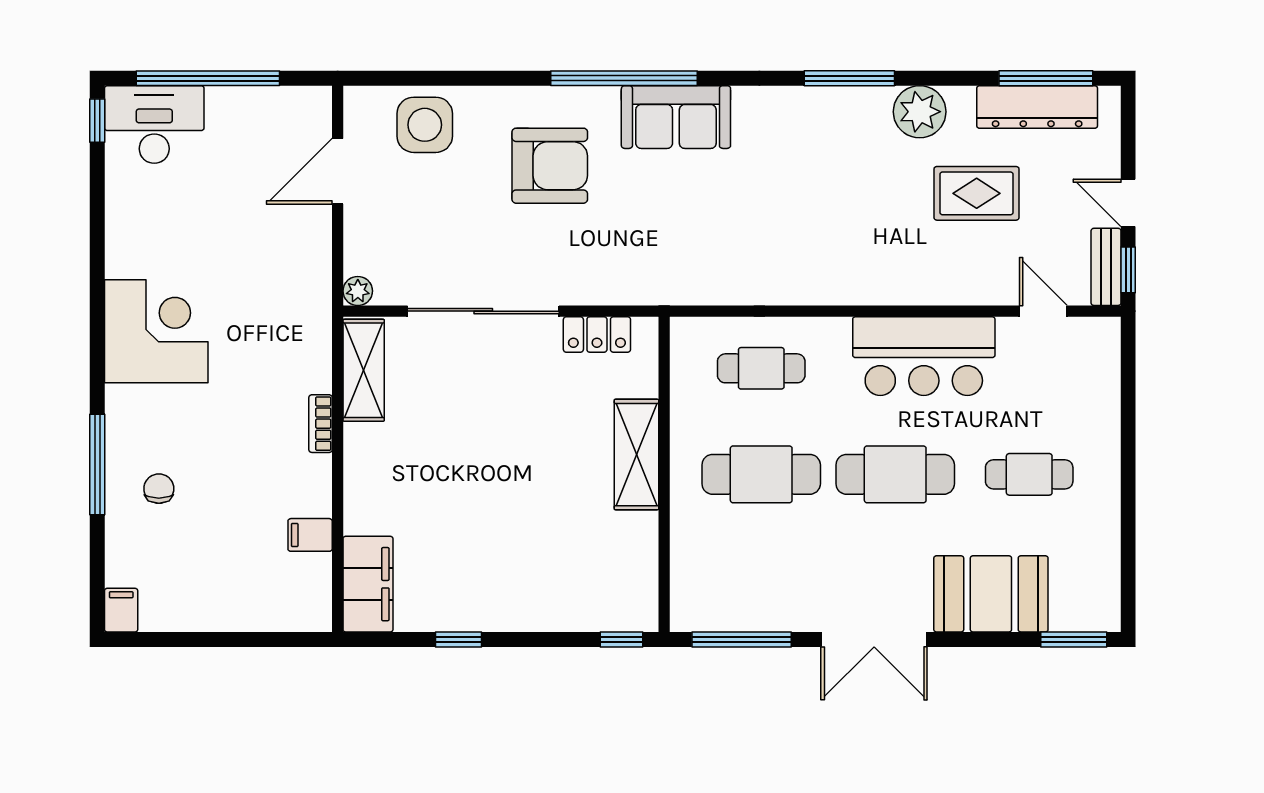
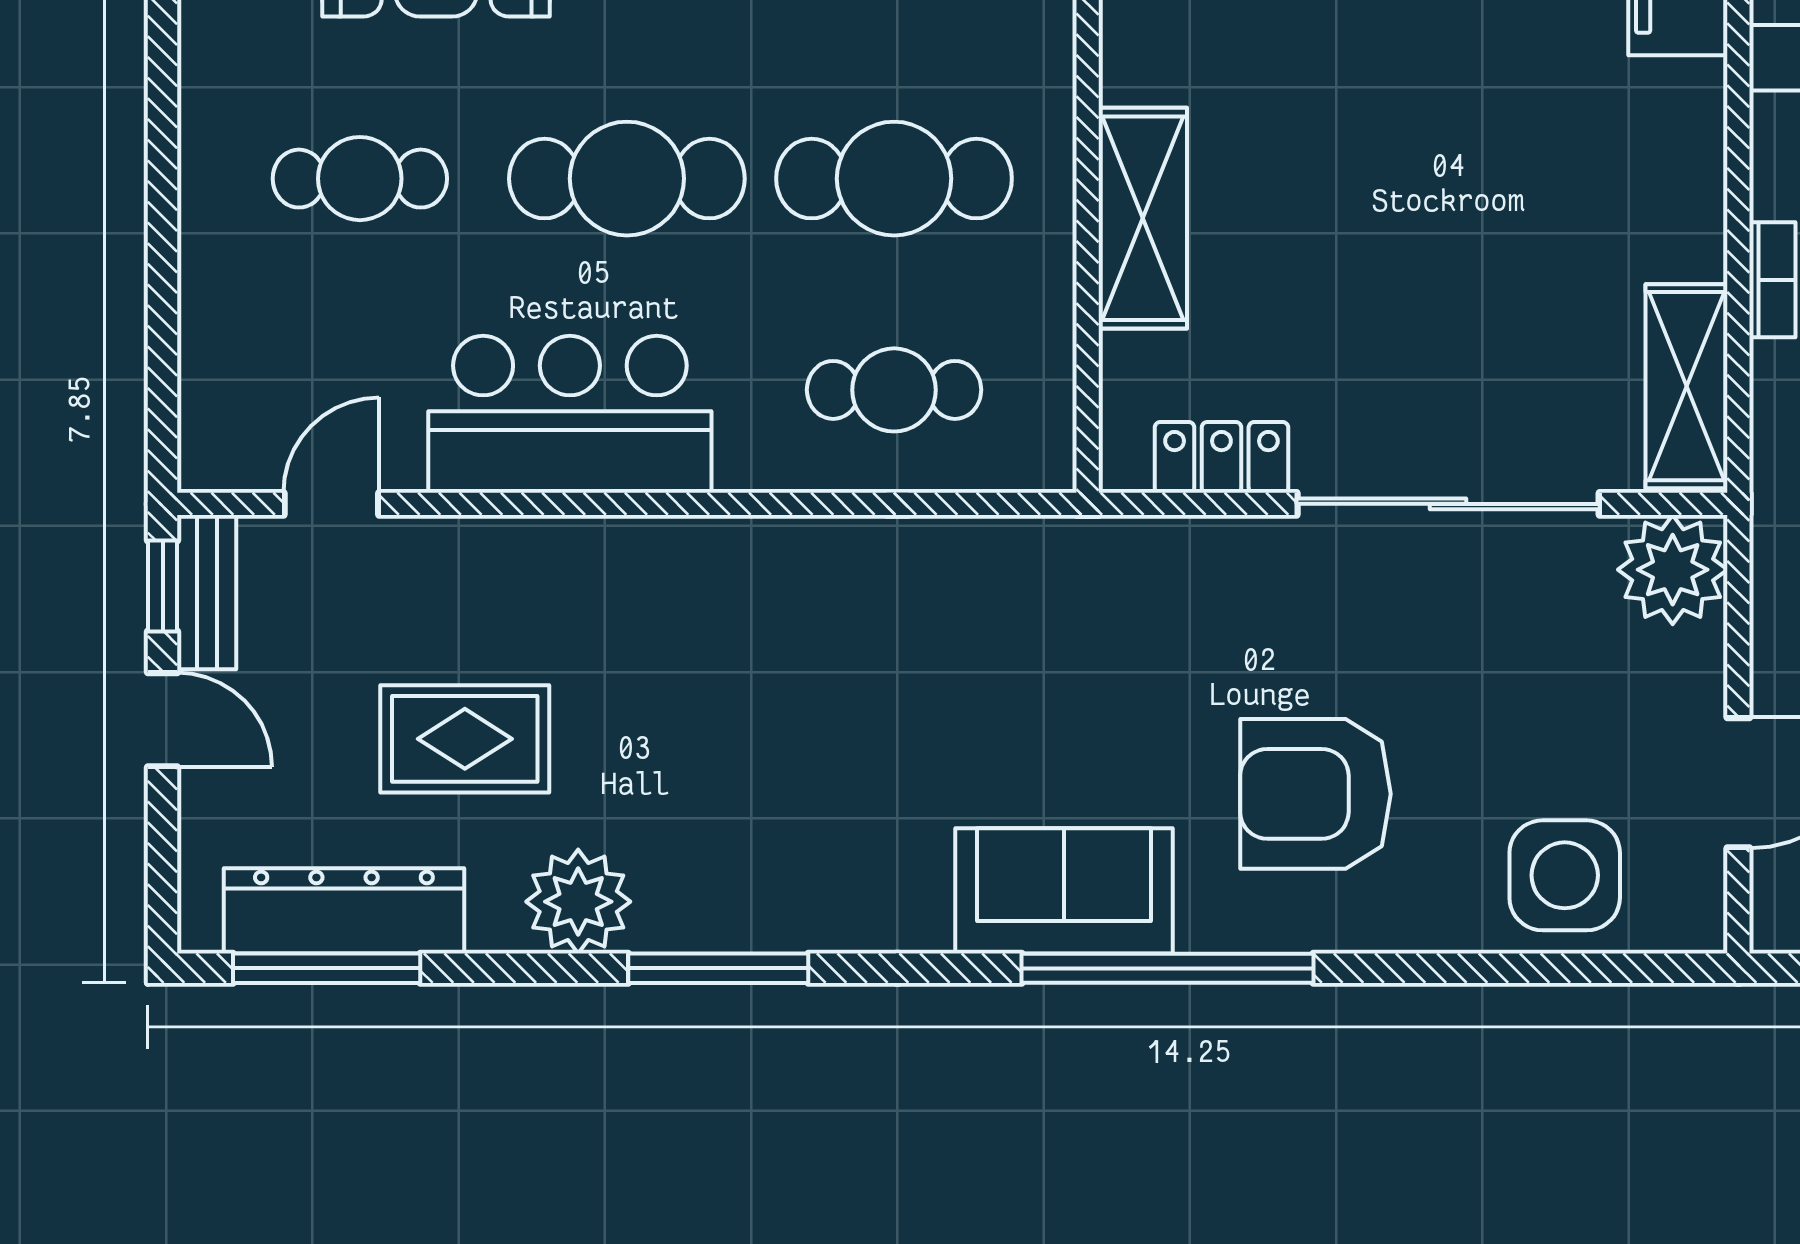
plant: (358, 291) -> (1673, 570), width x1.88, depth x1.88
door: (1043, 311) -> (331, 504), swing flipped

